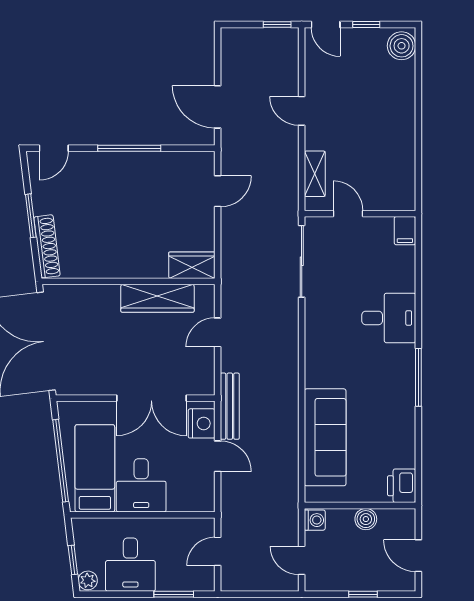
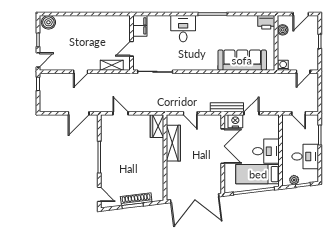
filing cabinet: (405, 231) -> (140, 26), width x2.00
shoe rack: (47, 246) -> (136, 199), moved
boiler: (366, 519) -> (283, 30), moved
plant: (88, 580) -> (294, 180), moved

